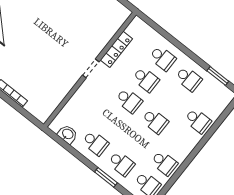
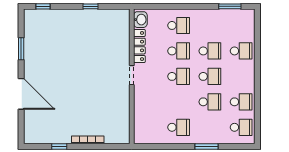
school desk: (189, 79) -> (210, 51), moved
washbasin: (67, 134) -> (140, 20), moved, turned 90
school desk: (121, 164) -> (210, 102), moved

